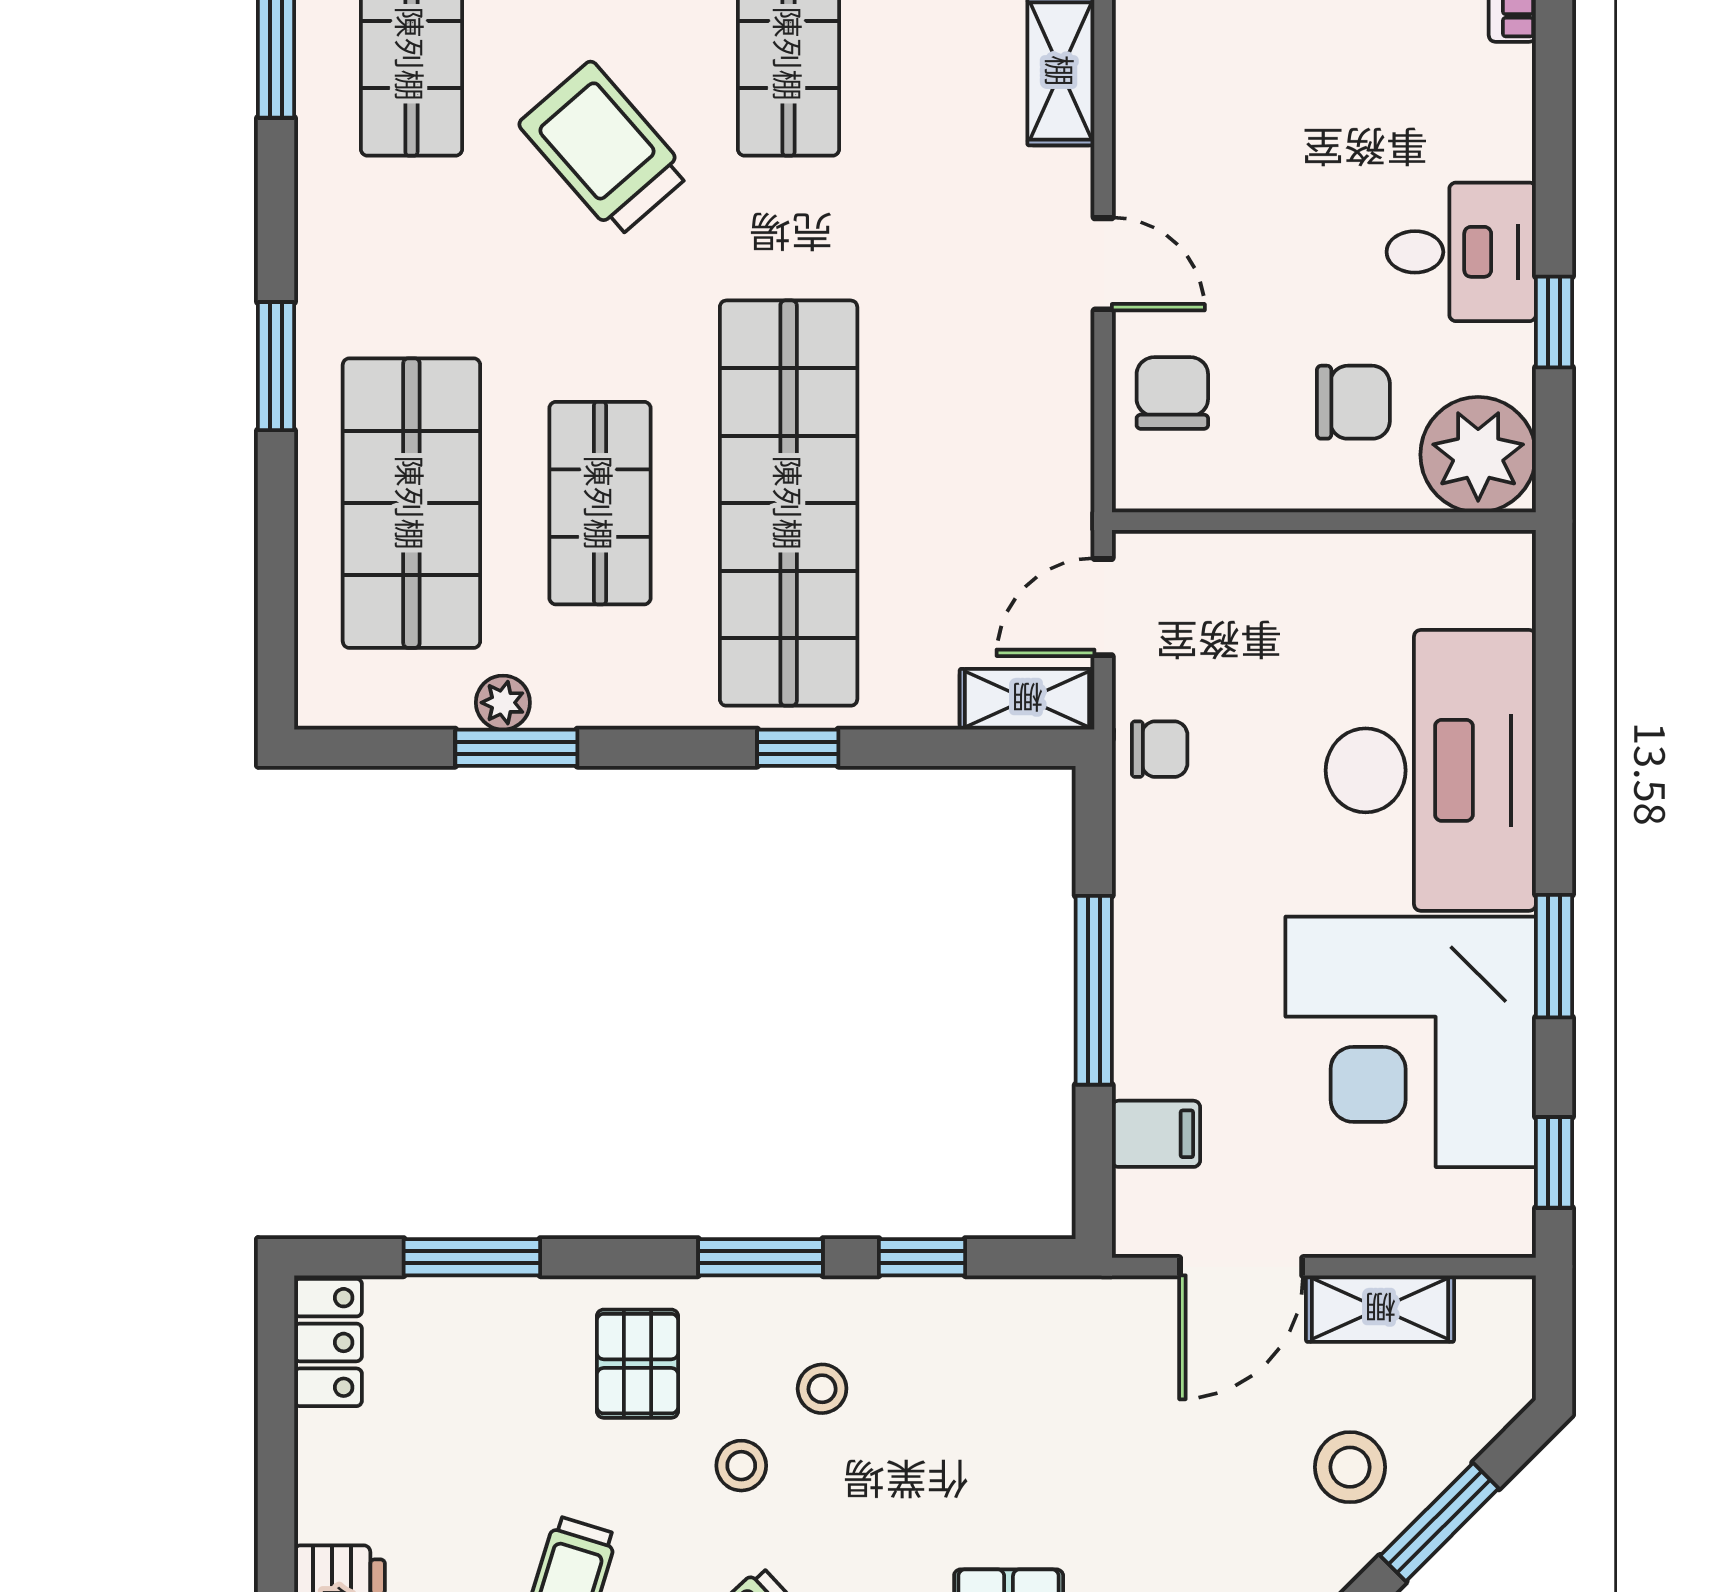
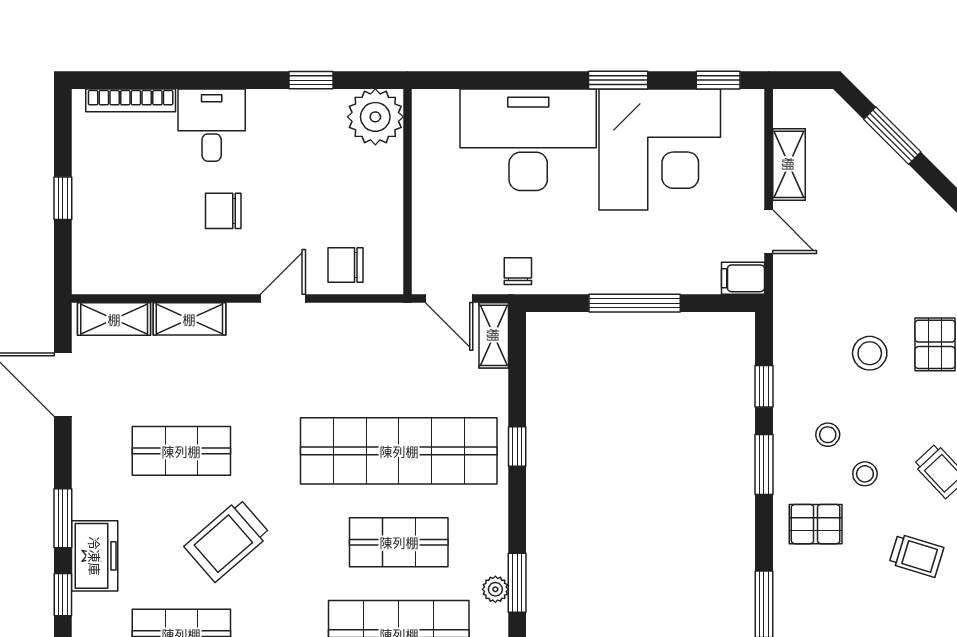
desk: (1461, 252) -> (212, 125), moved
chair: (1353, 402) -> (223, 211), moved, turned -90
filing cabinet: (1156, 1134) -> (743, 278), moved, turned -90
door: (1241, 1267) -> (769, 232), width x0.73
stool: (1350, 1467) -> (870, 353), moved

